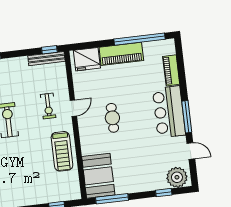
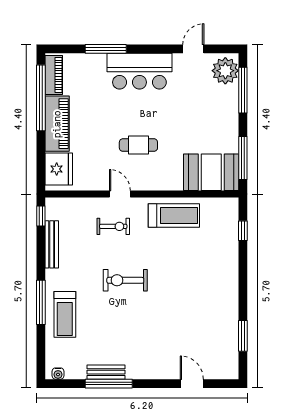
bench: (46, 59) -> (52, 244), moved
piano: (171, 70) -> (54, 75), moved, turned -90
window: (187, 117) -> (106, 49), moved
window: (164, 193) -> (243, 90), width x2.17

